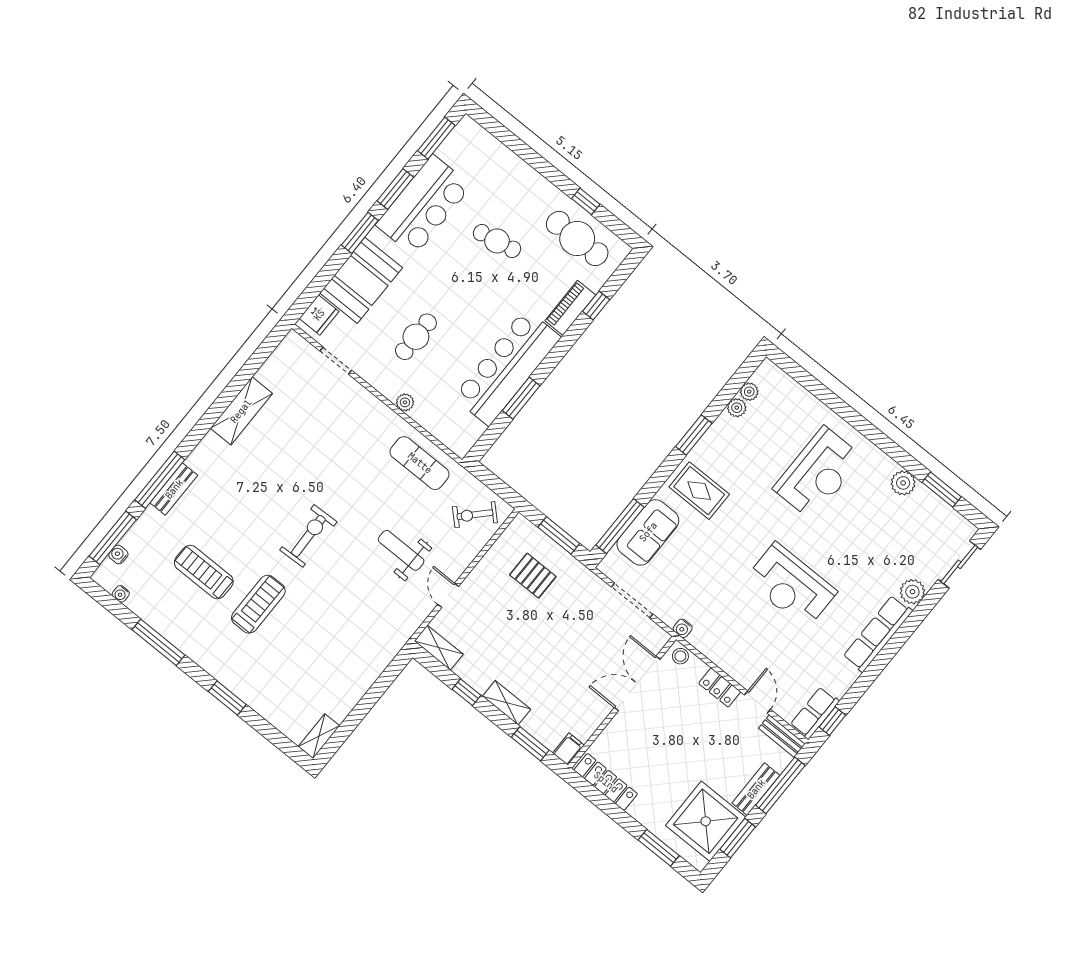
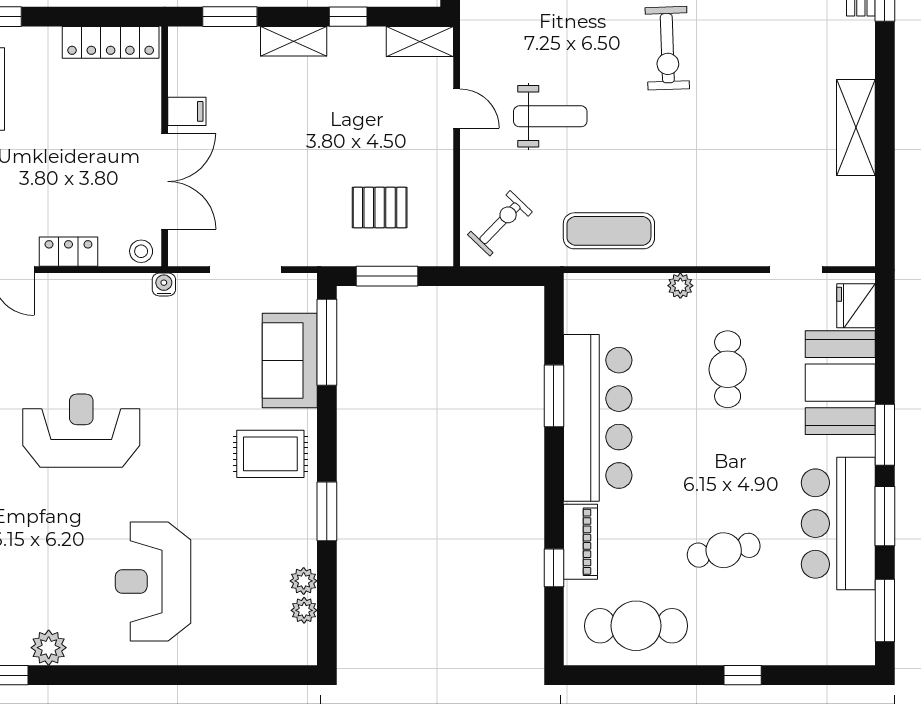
window: (586, 201) -> (743, 675), moved
filing cabinet: (568, 749) -> (187, 111), moved, turned -90

